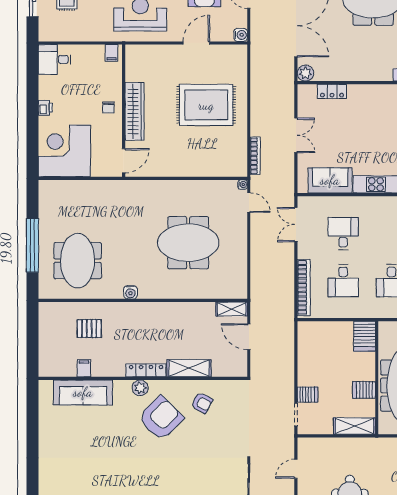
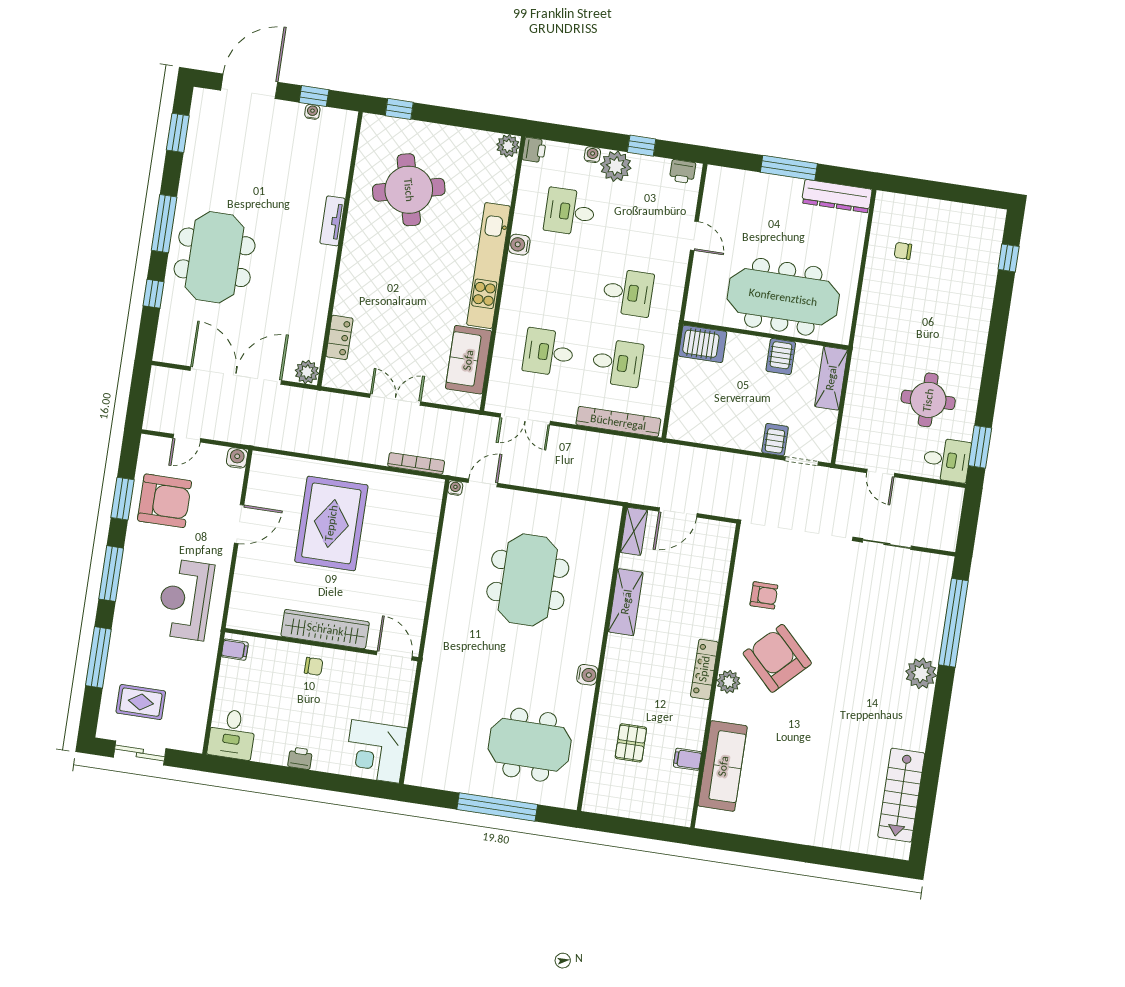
door: (196, 43) -> (239, 524), swing flipped
corner desk: (64, 151) -> (376, 751), width x0.74, depth x0.74
shelving: (189, 368) -> (626, 602), moved
armchair: (202, 403) -> (764, 595), turned 62

